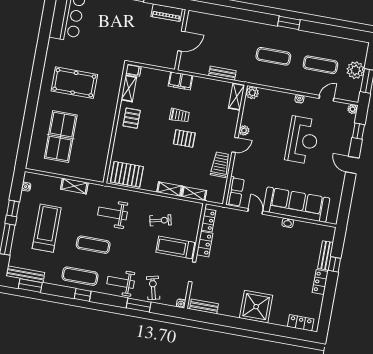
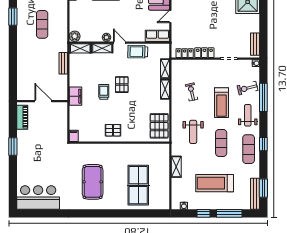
shelving: (129, 88) -> (102, 48), moved
table tennis table: (61, 137) -> (138, 185), turned 90
treadmill: (175, 247) -> (222, 103), moved
weight bench: (121, 282) -> (248, 115), turned 180
window: (139, 305) -> (263, 97), width x1.44

